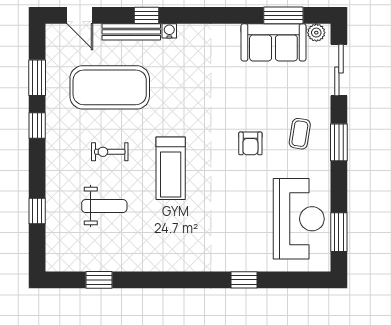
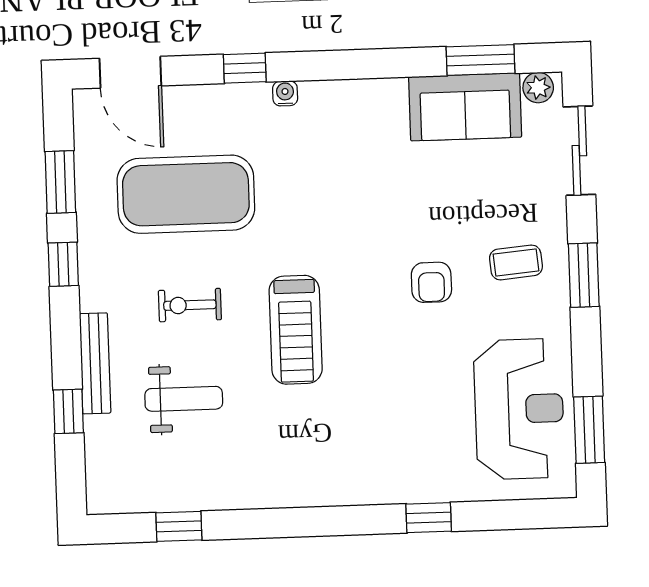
door: (80, 15) -> (130, 72), width x1.38
bench: (131, 32) -> (95, 363), moved, turned 90
coffee table: (300, 134) -> (516, 262), turned 76

